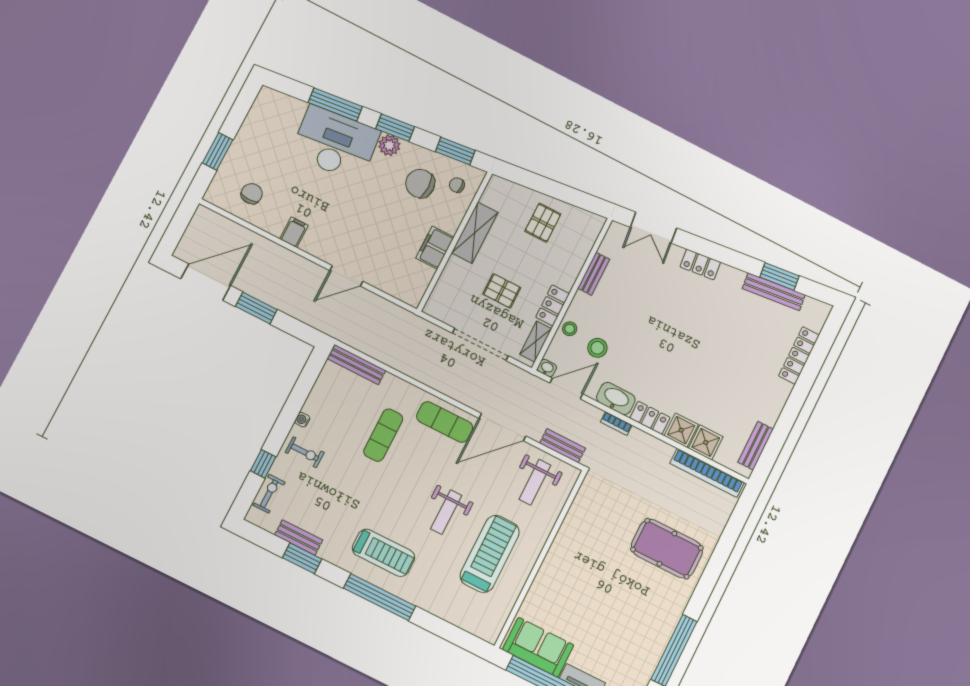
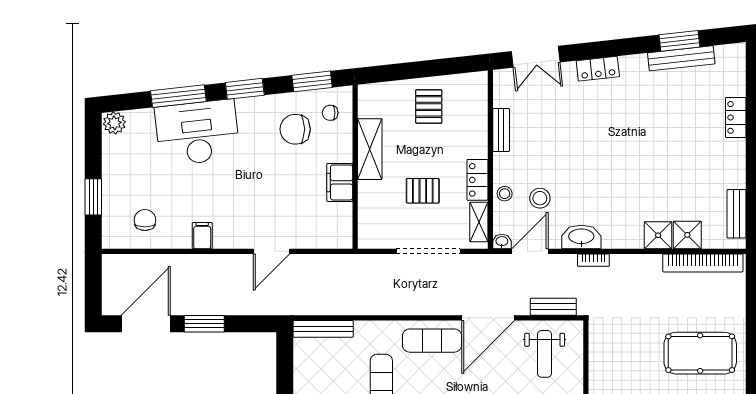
plant: (389, 145) -> (114, 123), moved
locker: (799, 355) -> (736, 117), width x0.66
locker: (650, 418) -> (623, 239), removed

